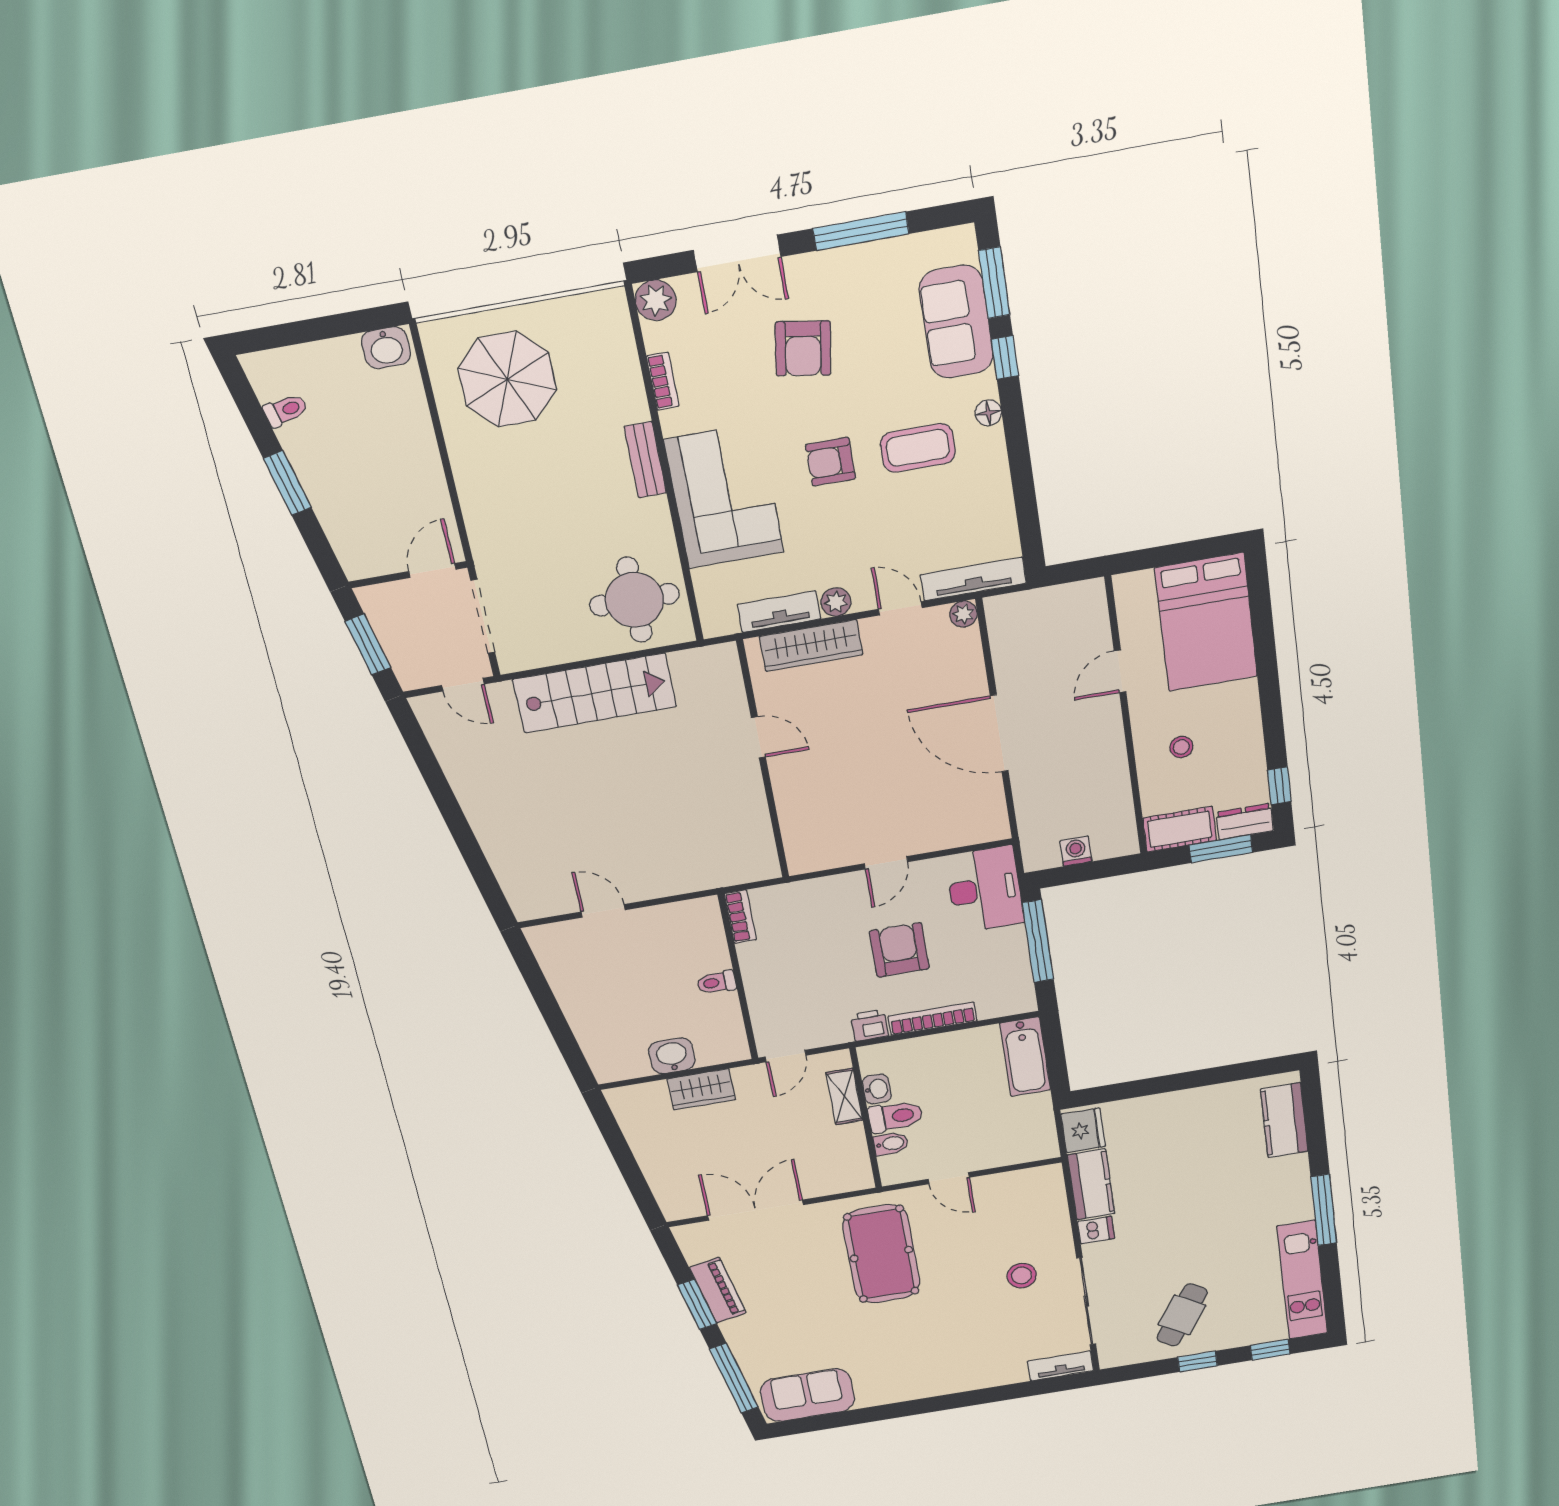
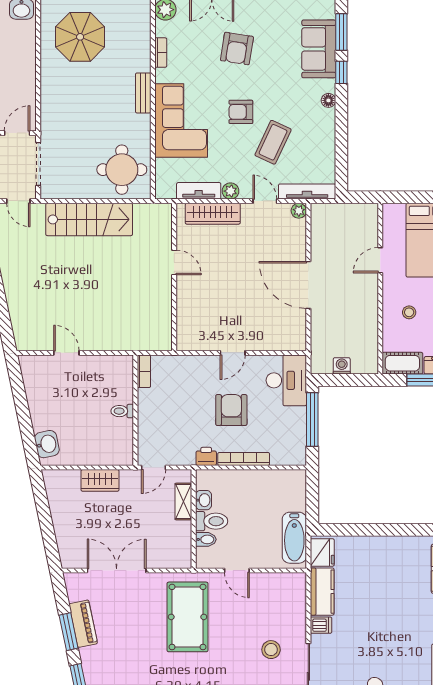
coffee table: (918, 448) -> (273, 142), moved, turned -65
washbasin: (672, 1056) -> (47, 444), moved, turned 78
bathtub: (1025, 1057) -> (294, 538), moved

